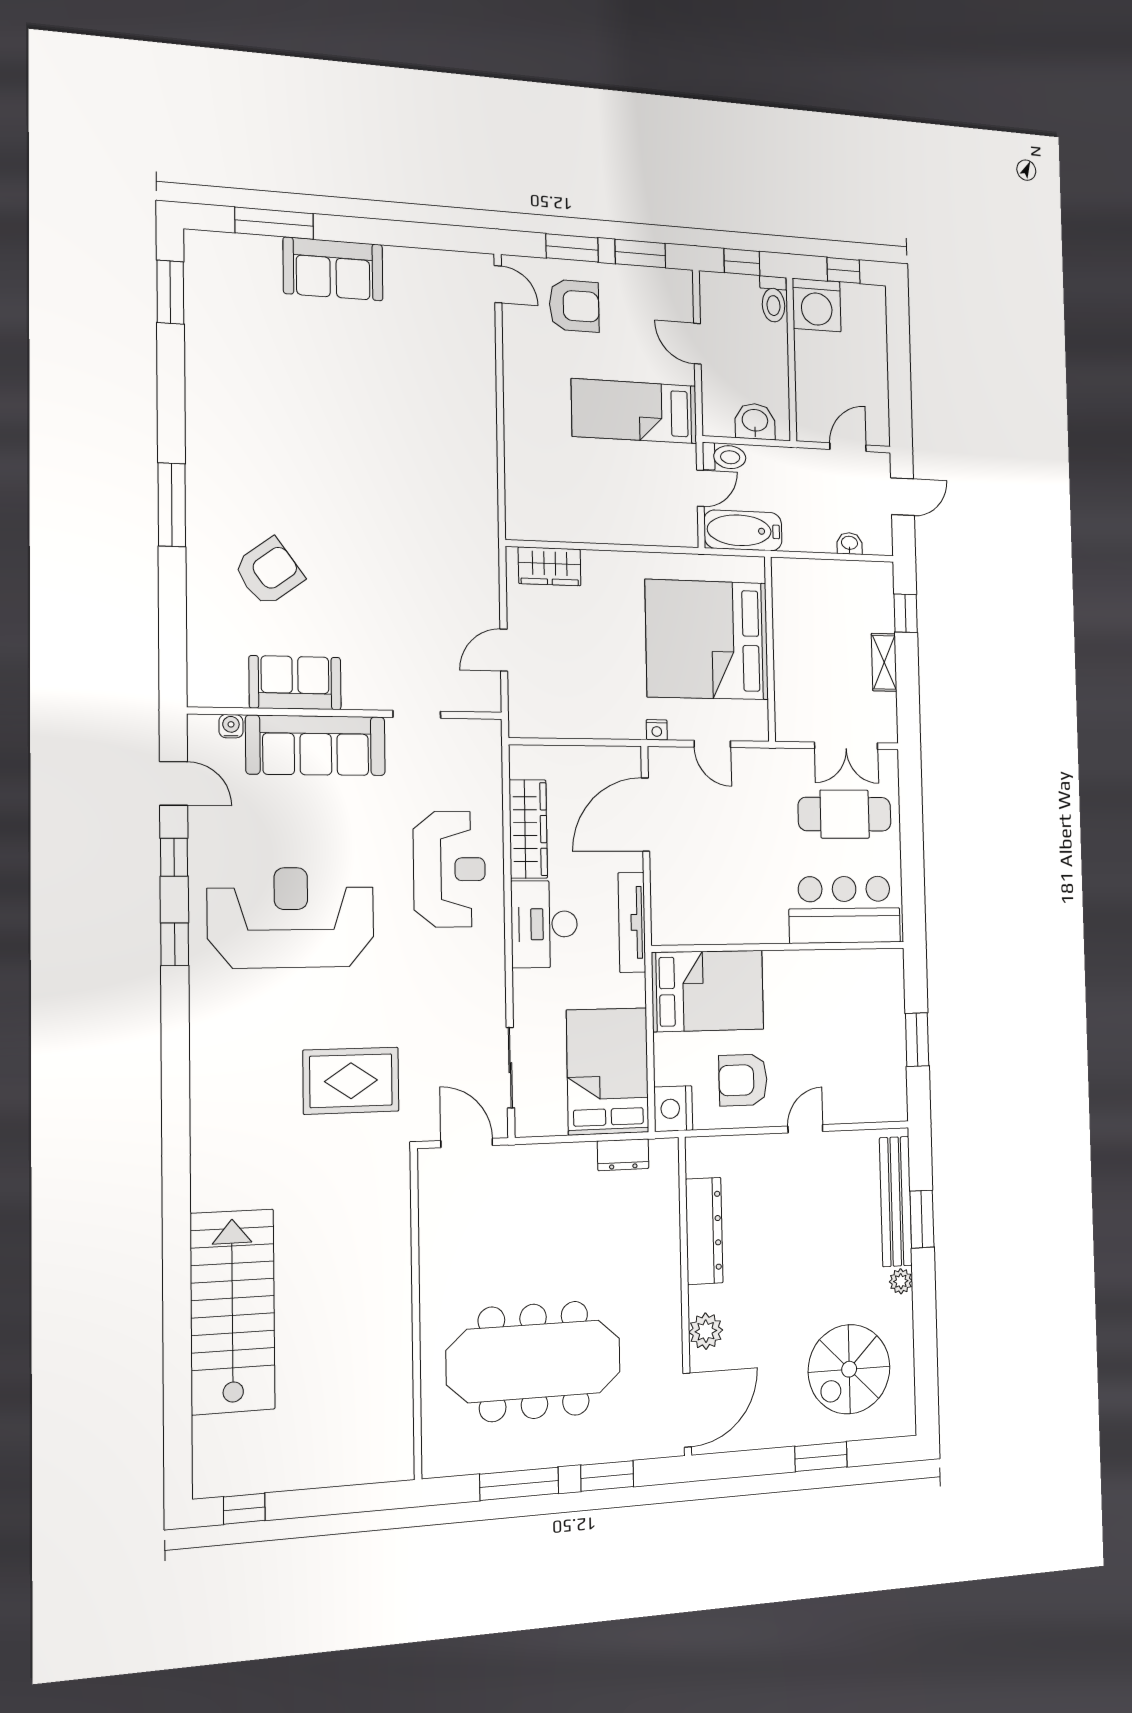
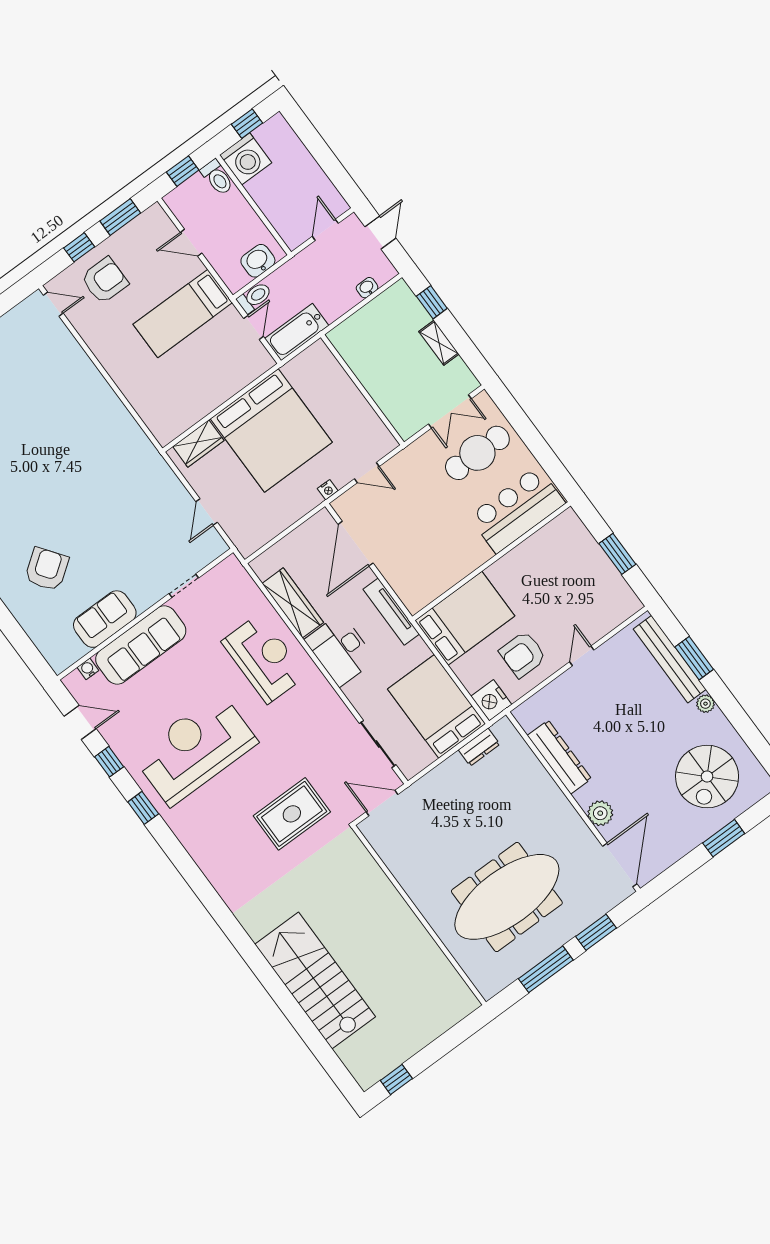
window: (572, 248) -> (79, 247), width x0.67
bed: (707, 640) -> (271, 431), moved, turned -90

